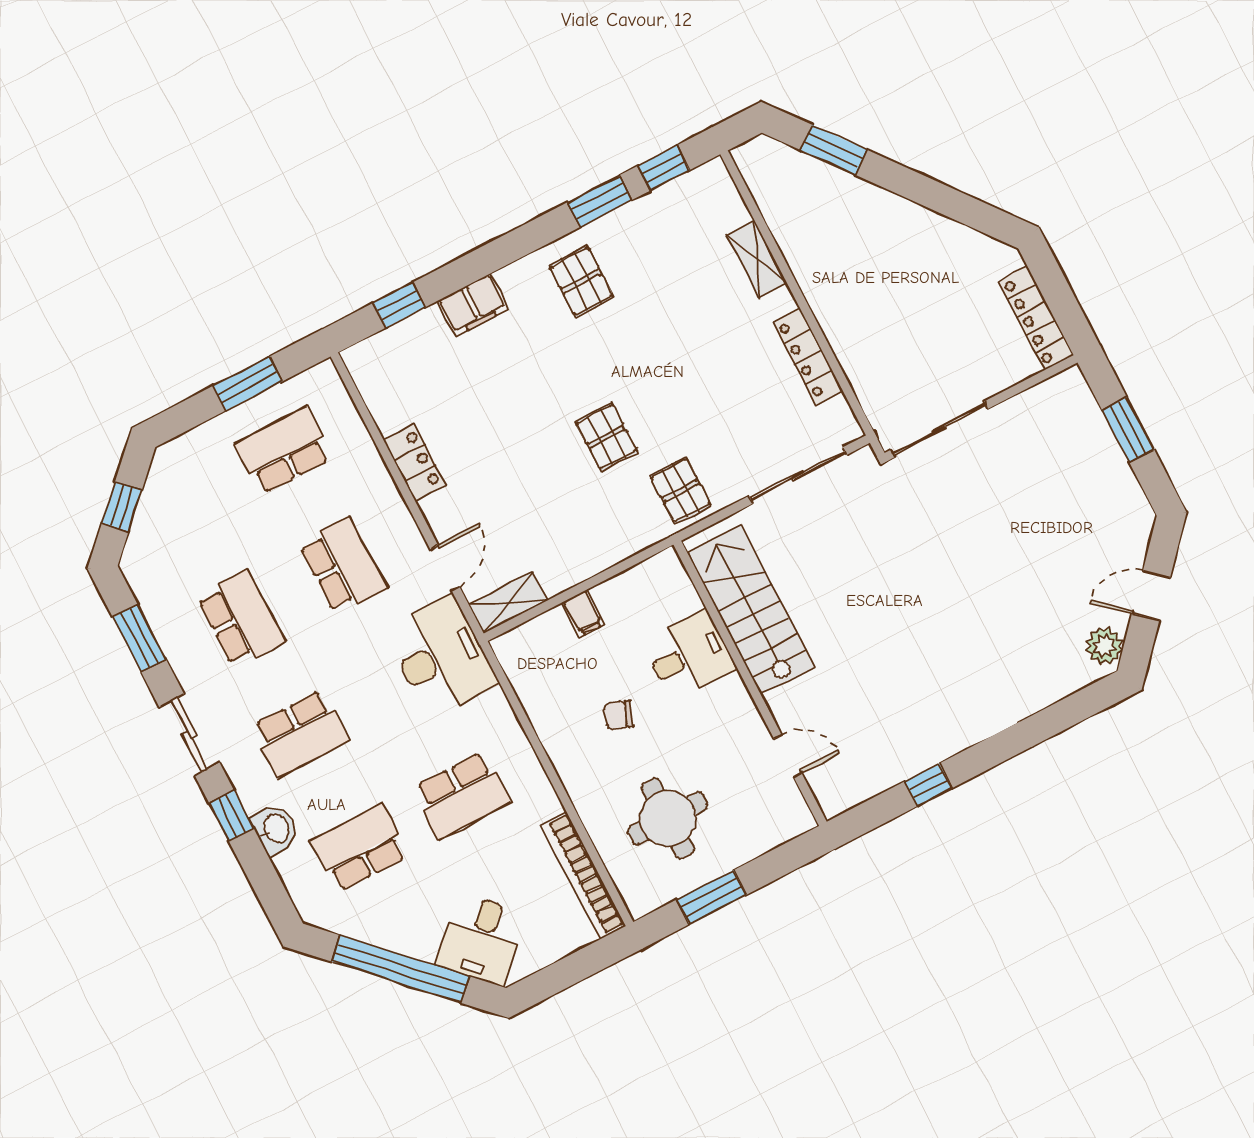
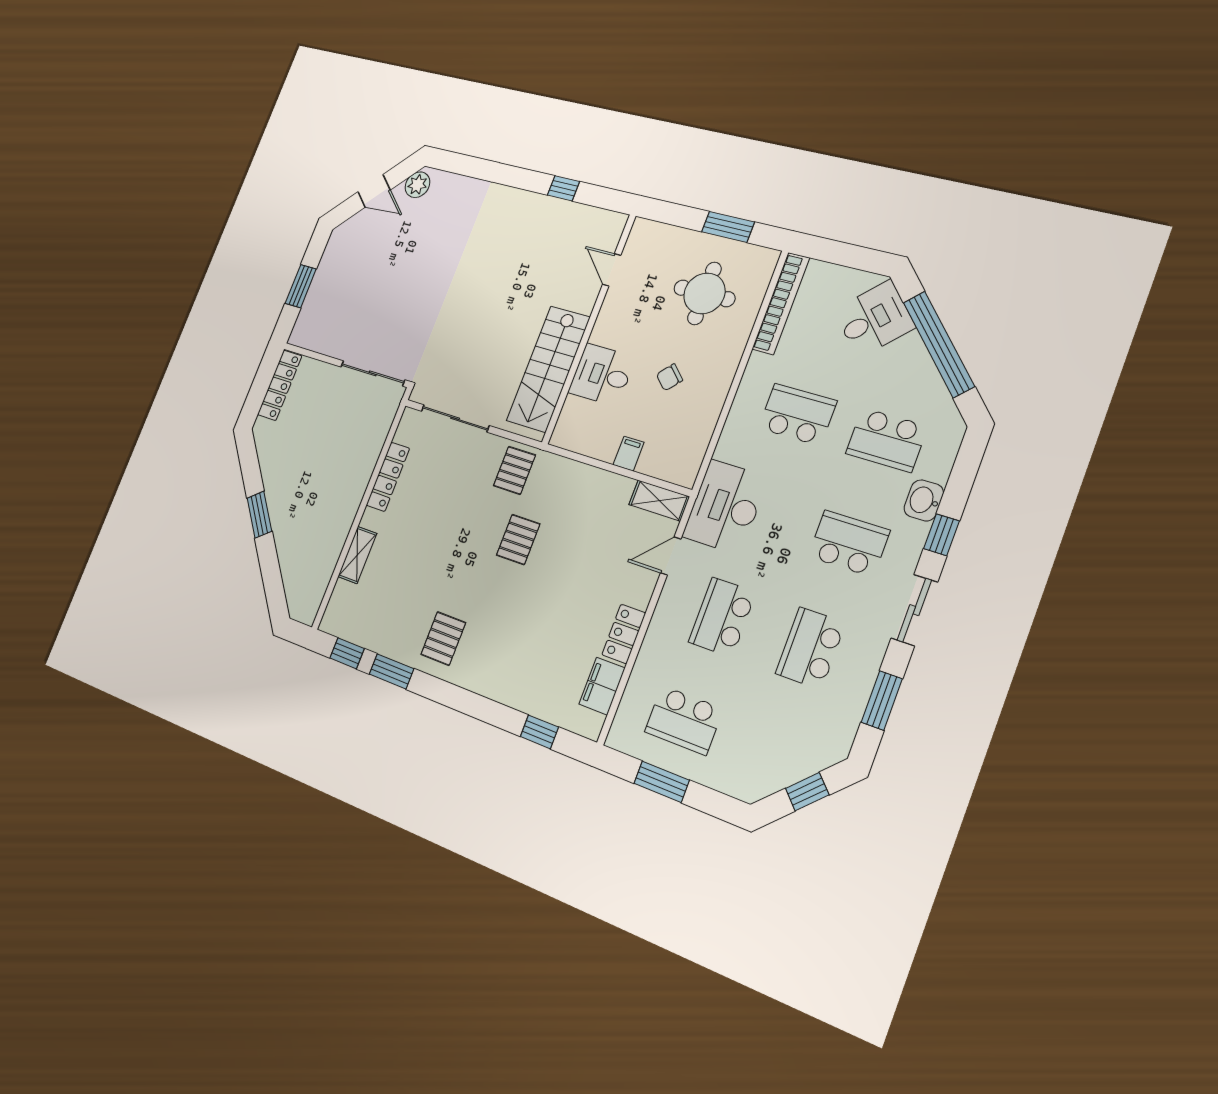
window: (834, 150) -> (259, 515), moved
filing cabinet: (473, 305) -> (602, 686), moved, turned -90
chair: (619, 715) -> (669, 377), turned 113

